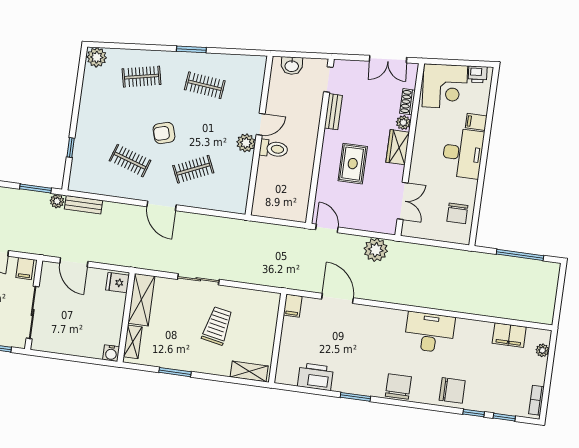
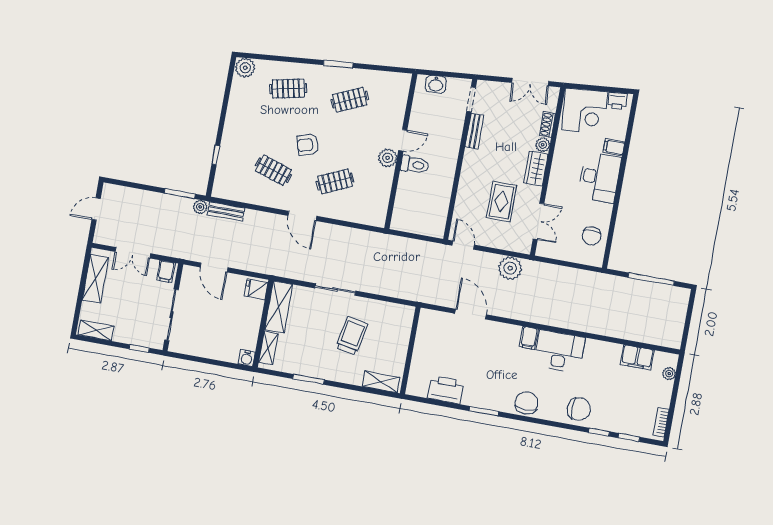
clothes rail: (205, 85) -> (350, 100), turned -30
rug: (353, 164) -> (502, 202), moved
filing cabinet: (293, 306) -> (529, 338), moved

